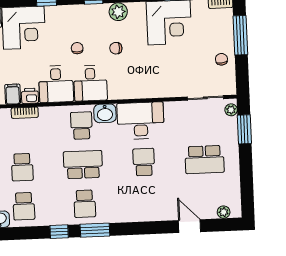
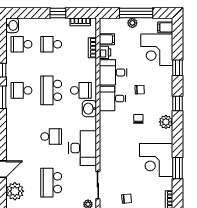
desk: (141, 121) -> (83, 148), moved
school desk: (83, 165) -> (51, 90), turned 180
plant: (224, 212) -> (15, 191), width x1.88, depth x1.88

